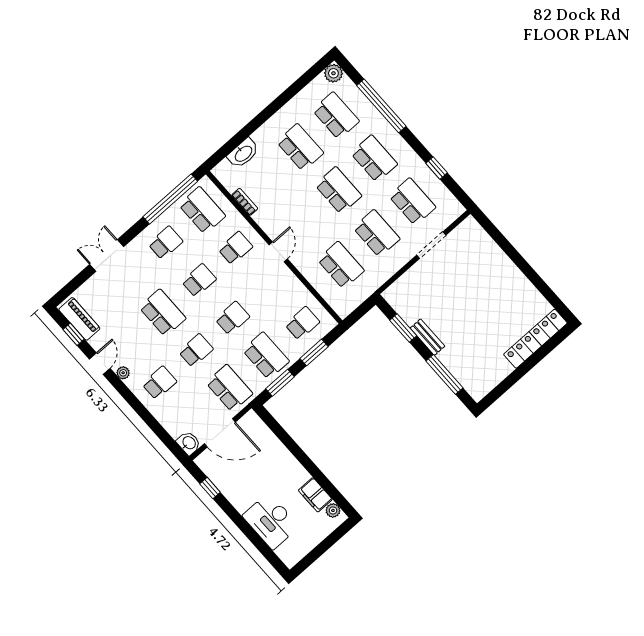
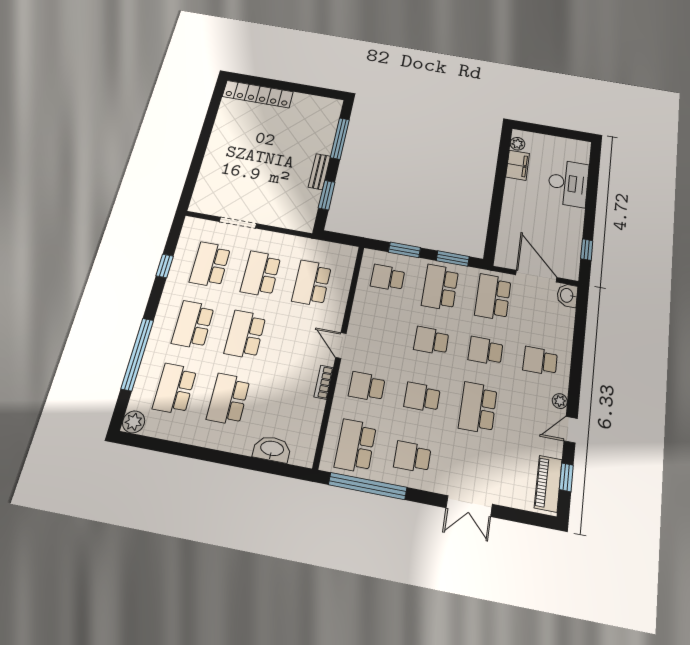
bookcase: (245, 202) -> (324, 382), moved
door: (278, 252) -> (341, 345), hinge flipped

